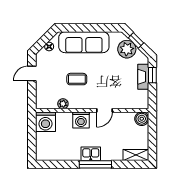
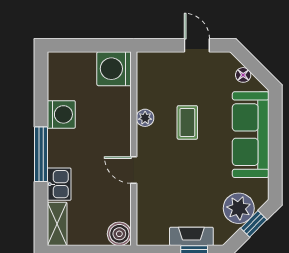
plant: (63, 104) -> (145, 118), moved
washing machine: (81, 120) -> (61, 114), moved, turned 180
kitchen sink: (91, 154) -> (59, 184), moved

